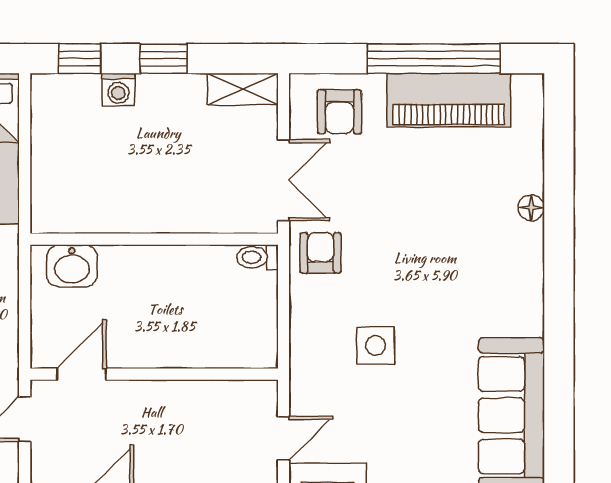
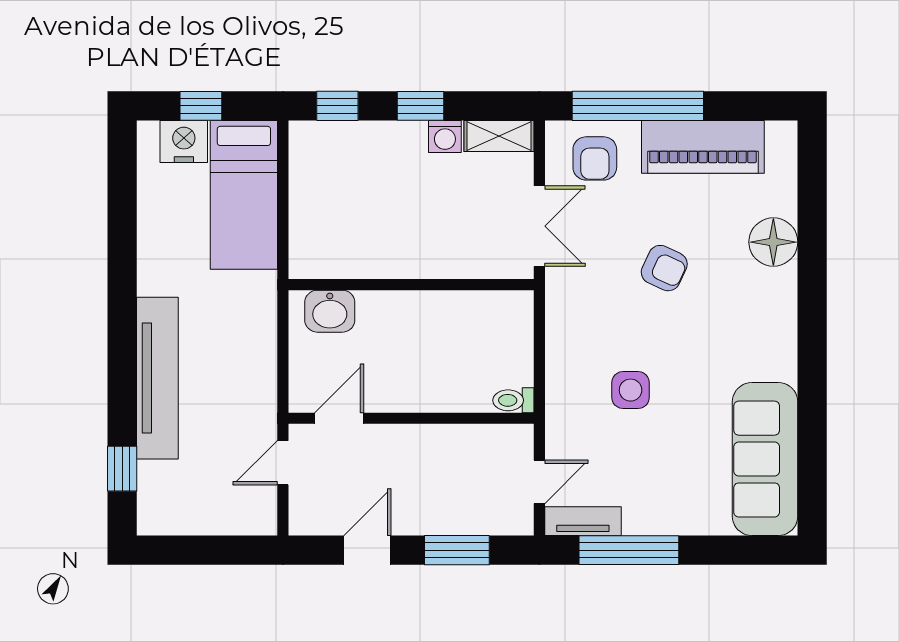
window: (434, 59) -> (638, 106), moved
washing machine: (118, 90) -> (445, 137), moved
floor lamp: (531, 208) -> (773, 242), width x1.89, depth x1.89
armchair: (321, 253) -> (664, 268), moved, turned 115
toilet: (257, 257) -> (513, 400), moved

